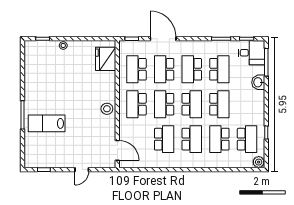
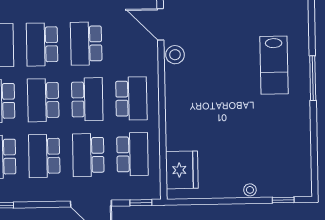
school desk: (164, 69) -> (88, 155), turned 180
school desk: (192, 69) -> (44, 156), turned 180
stool: (107, 109) -> (175, 55), moved
lab bench: (47, 123) -> (274, 65), turned 90

